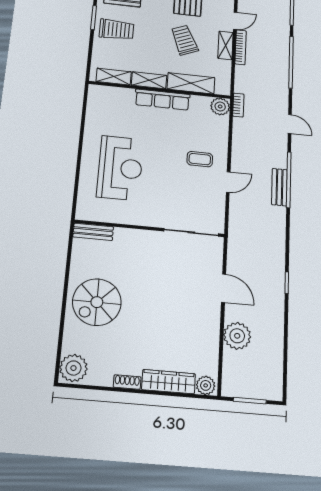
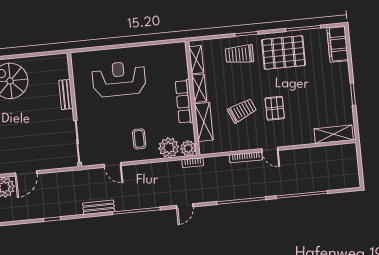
trolley: (117, 30) -> (239, 54), turned 90
shelving: (225, 45) -> (245, 145), removed
plant: (216, 128) -> (169, 148), added
reception desk: (120, 168) -> (119, 79), turned 180
door: (228, 182) -> (113, 165), moved
bench: (279, 187) -> (99, 207), moved
bench: (93, 232) -> (66, 94), moved
door: (224, 288) -> (26, 173), moved

